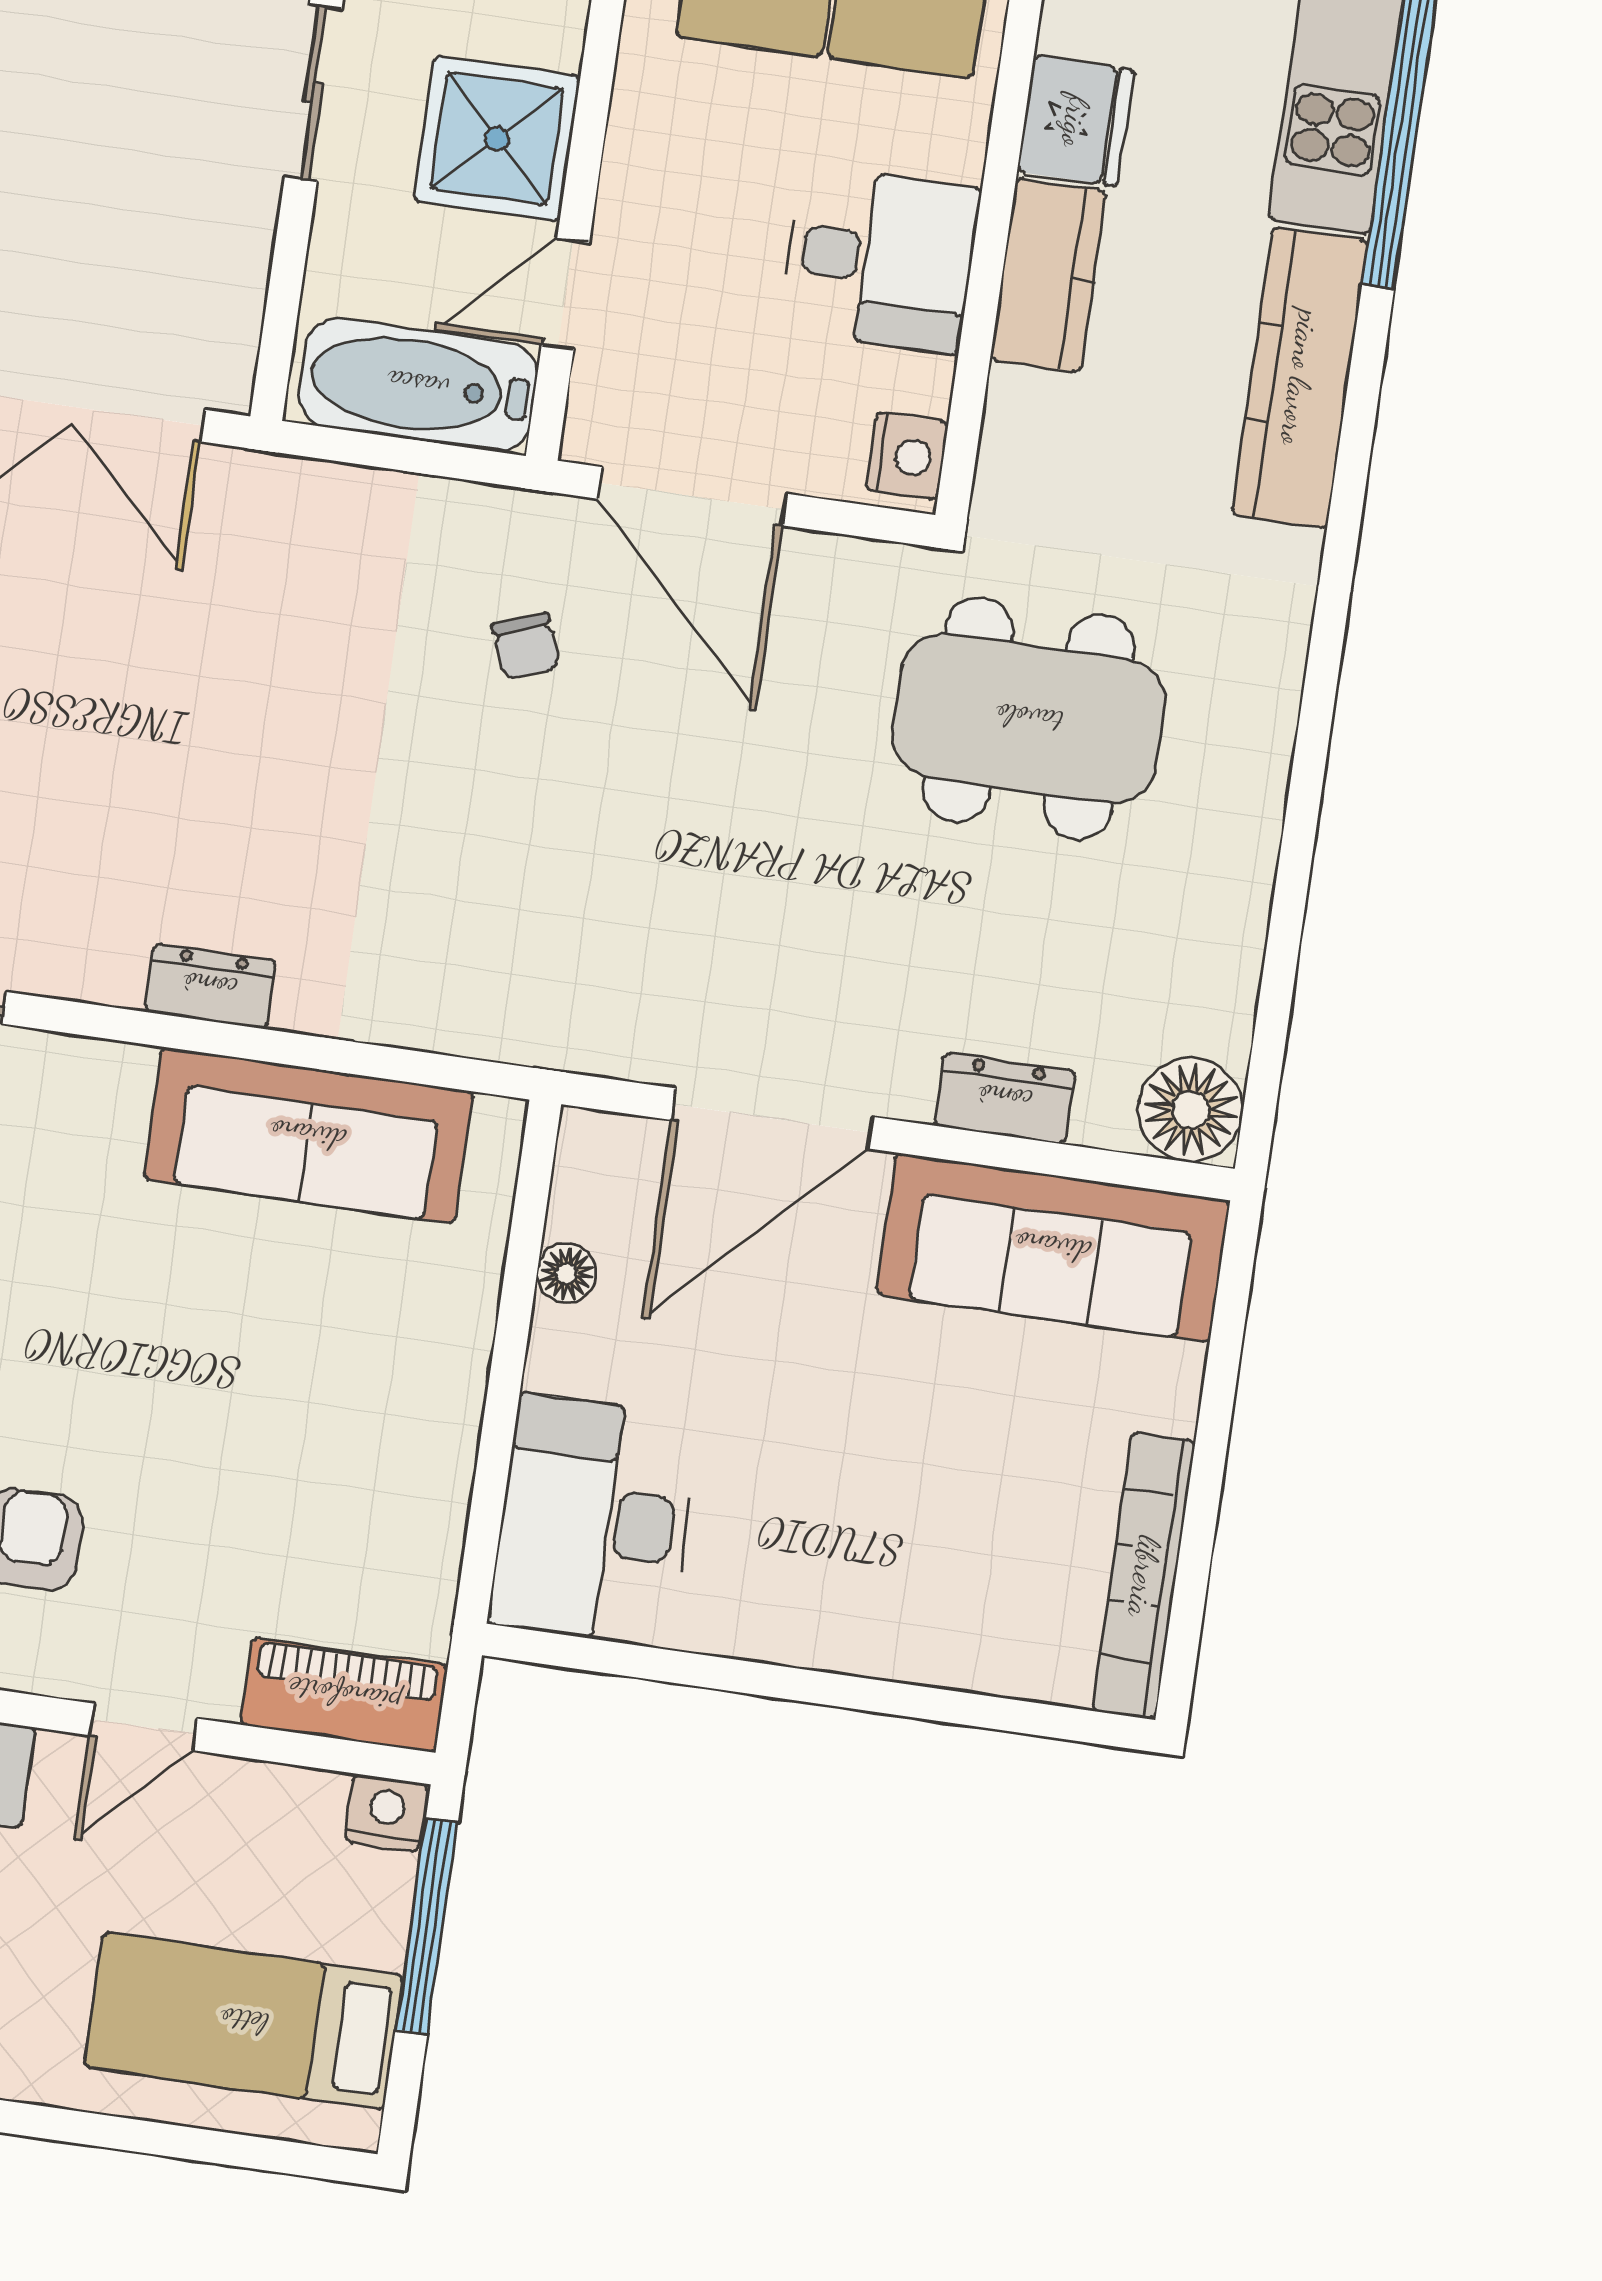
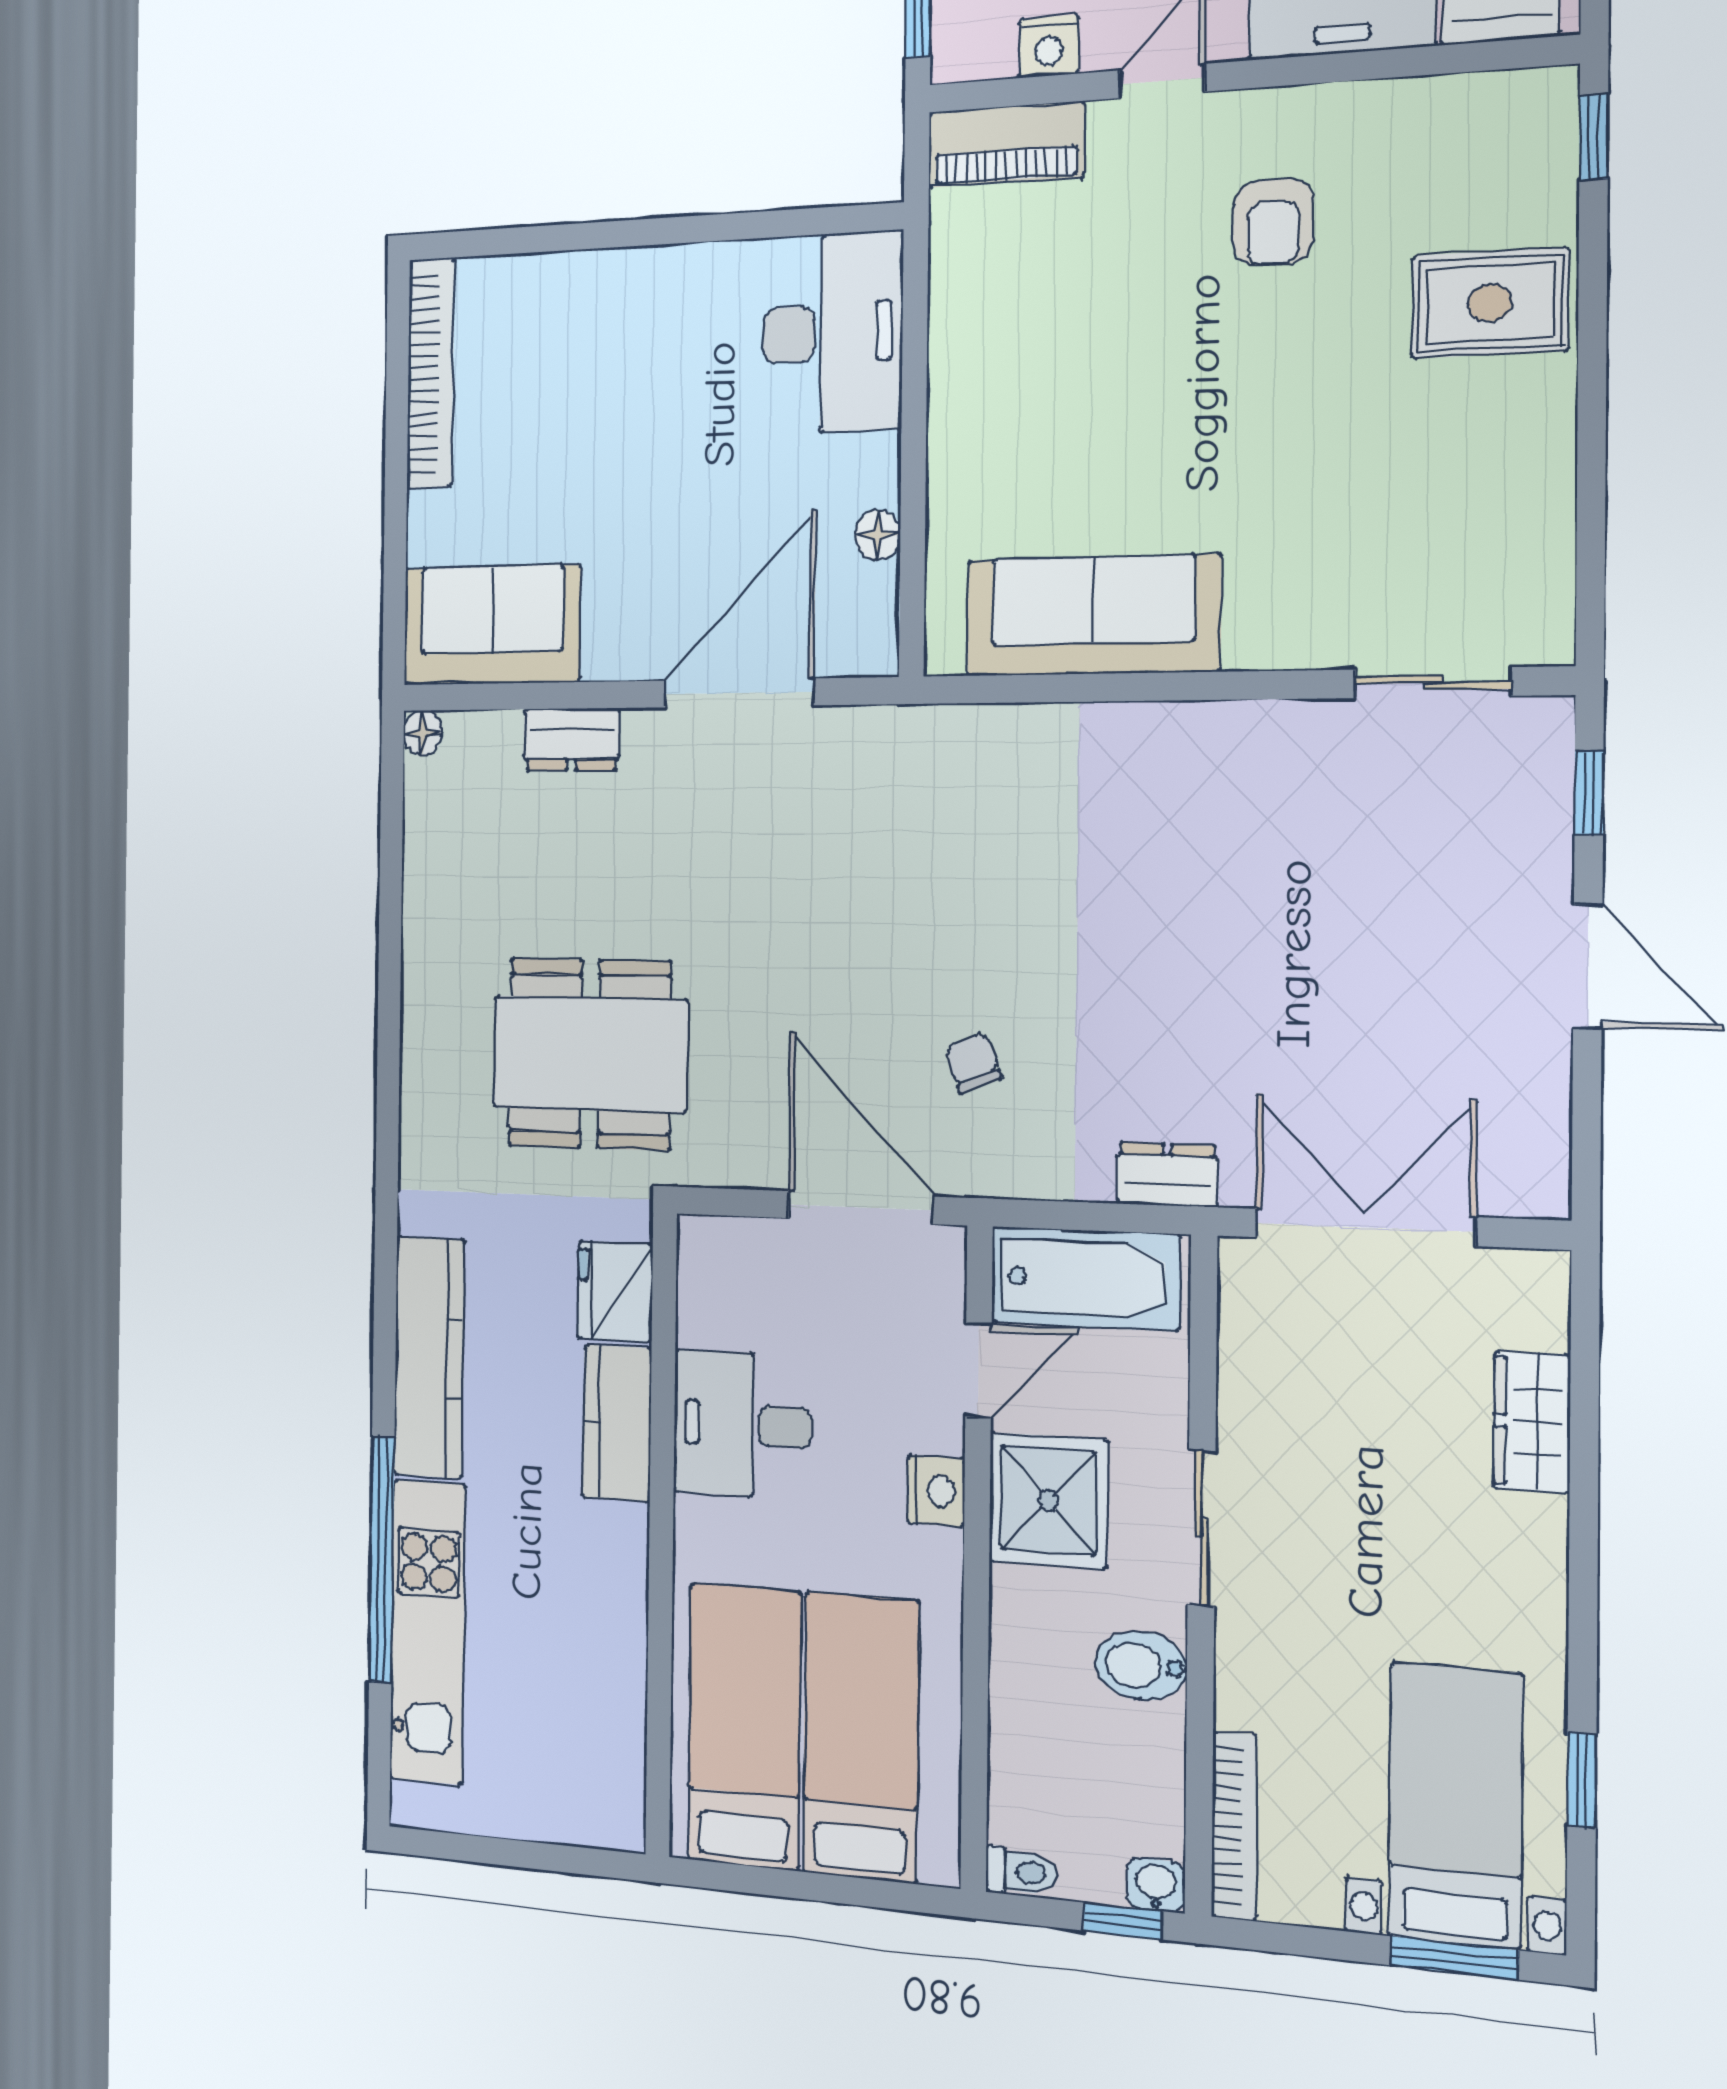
fridge: (1075, 121) -> (615, 1292), moved
nightstand: (907, 456) -> (936, 1491), moved, turned 180
dresser: (210, 986) -> (1167, 1175), moved, turned 180
floor lamp: (1191, 1110) -> (423, 733), width x0.53, depth x0.53
sofa: (1053, 1247) -> (492, 625), width x0.73
nightstand: (386, 1813) -> (1049, 46), moved

